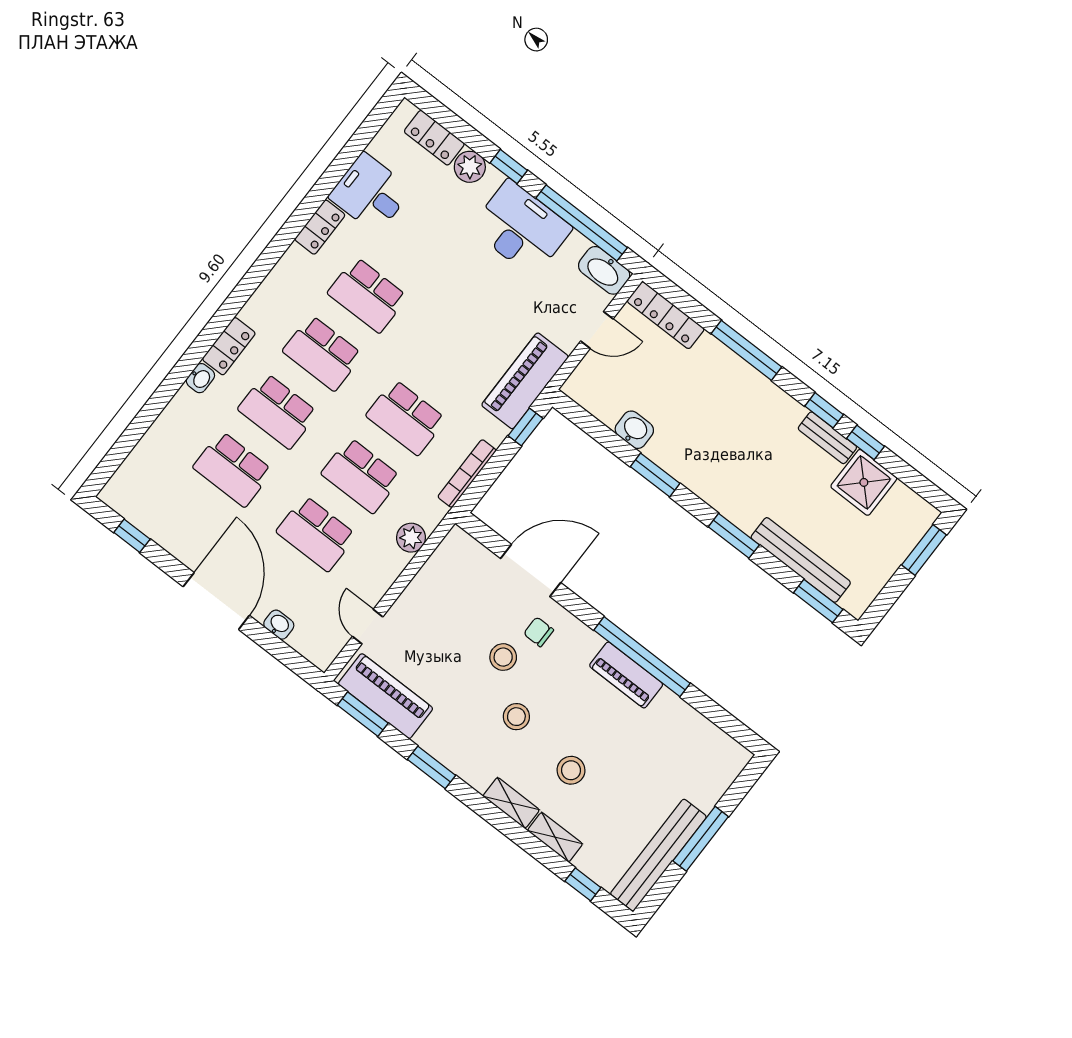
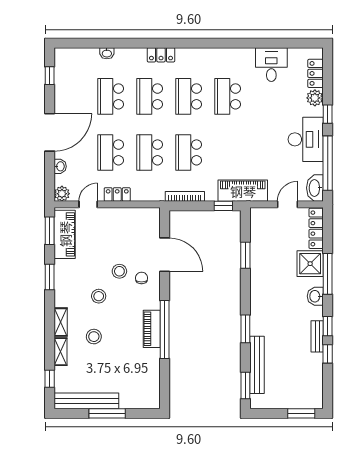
locker: (320, 227) -> (117, 194), moved, turned 180
door: (597, 330) -> (287, 204), swing flipped
washbasin: (200, 378) -> (107, 53), moved
washbasin: (634, 430) -> (315, 296), moved, turned 180
window: (655, 475) -> (245, 255), moved
shower: (864, 482) -> (310, 264), moved
plant: (411, 538) -> (62, 194), moved

